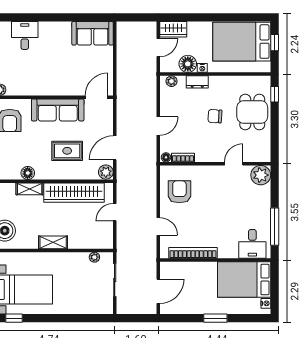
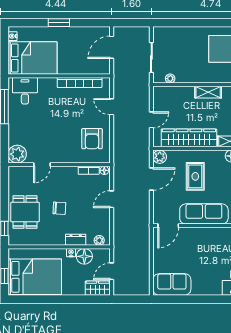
rug: (67, 151) -> (195, 176), turned 90

